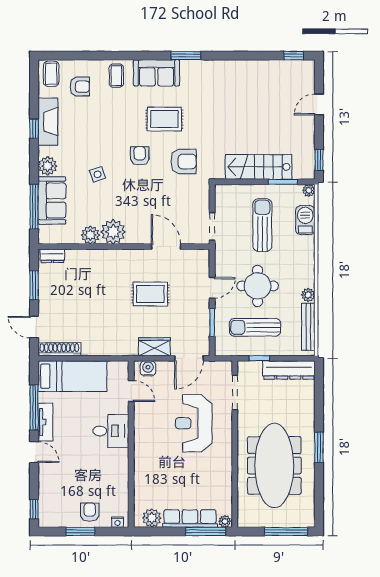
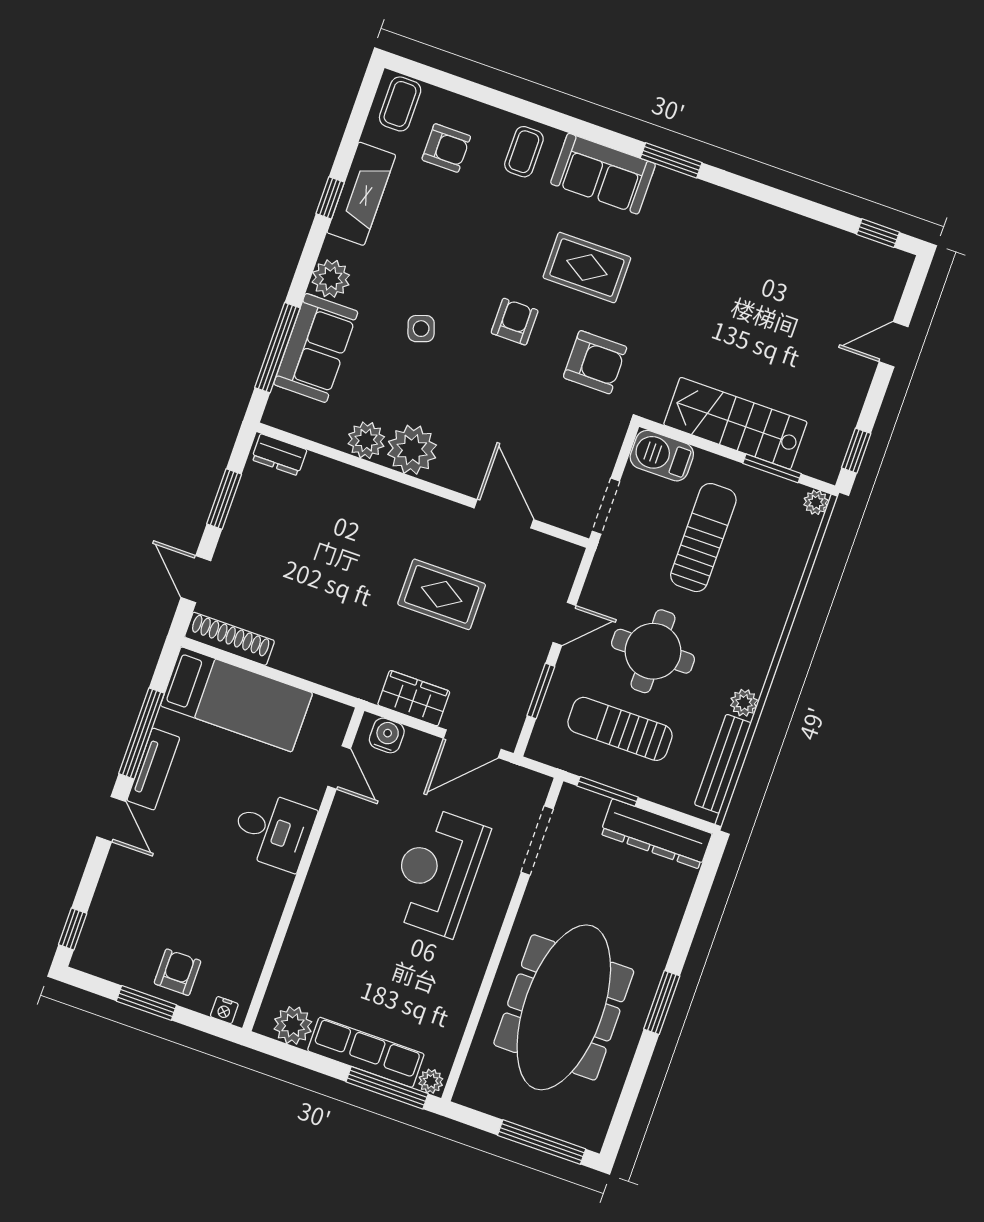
barbecue: (305, 220) -> (662, 456), moved, turned -90
window: (259, 358) -> (608, 791), width x1.50

